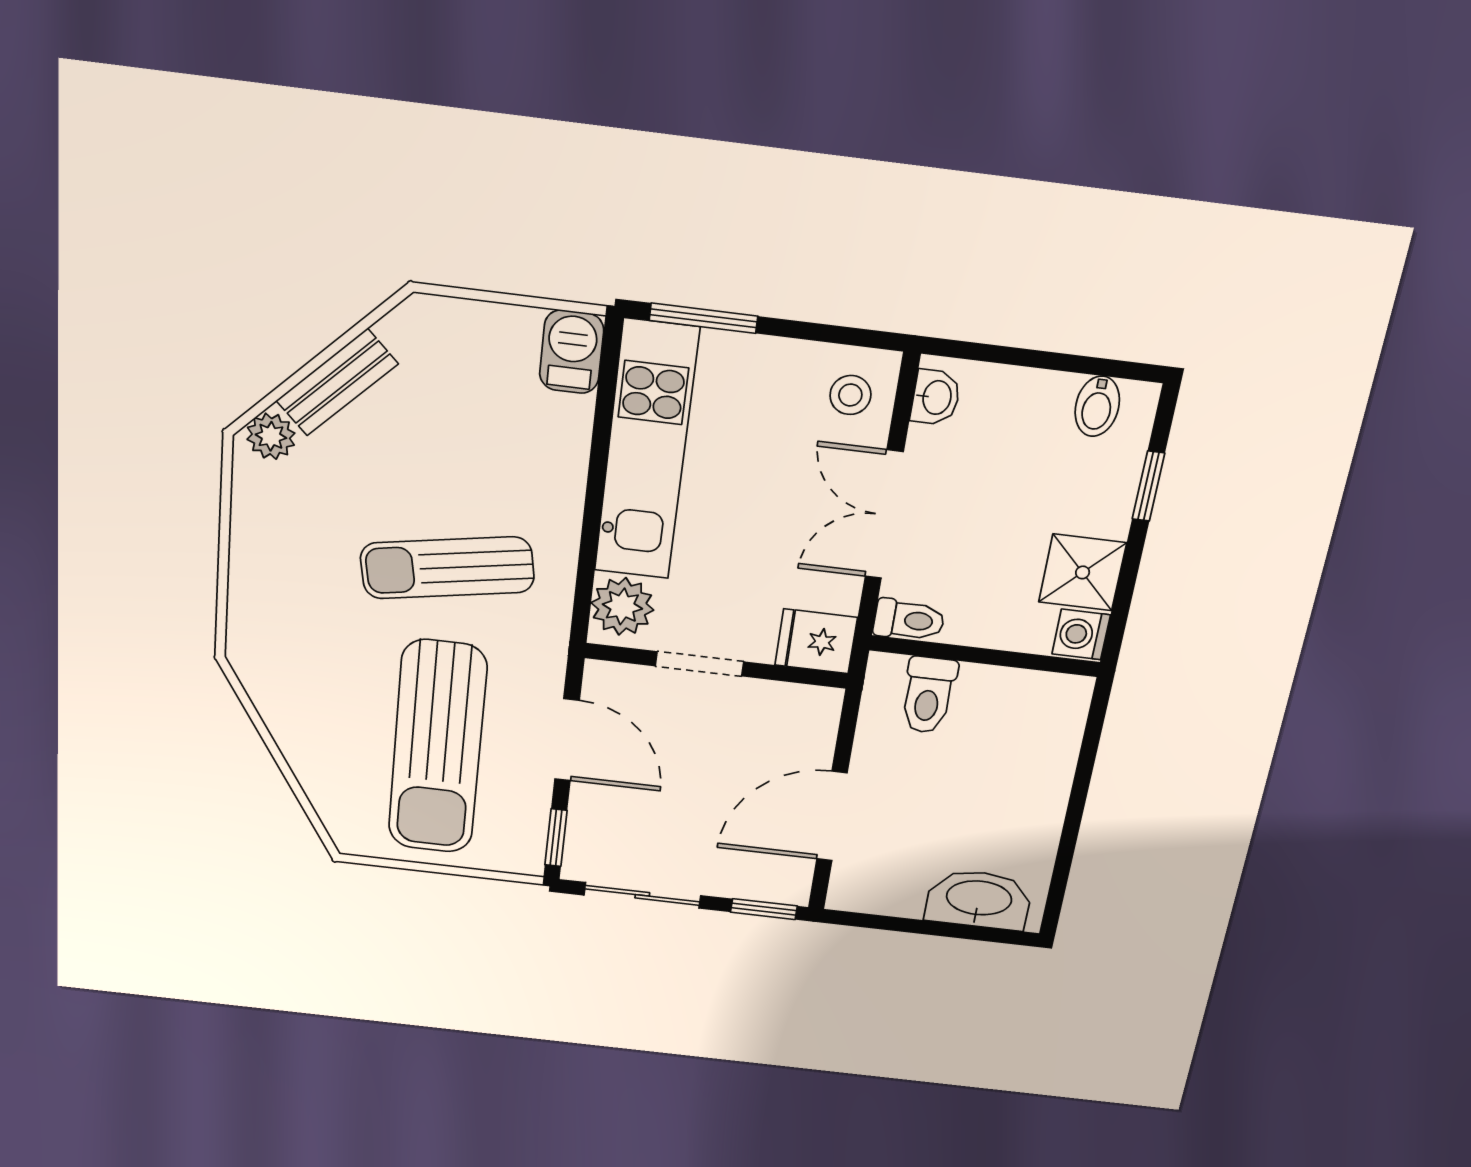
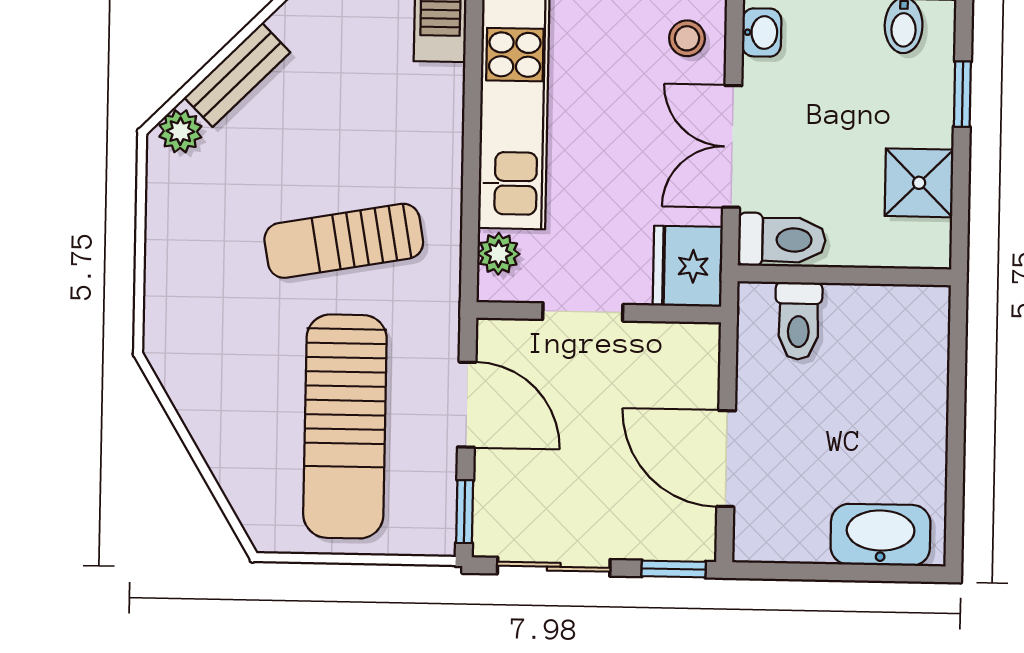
plant: (622, 606) -> (499, 254), width x0.73, depth x0.73
toilet: (909, 620) -> (782, 240), width x1.37, depth x1.39
washing machine: (1081, 634) -> (929, 244), removed
fridge: (816, 641) -> (688, 266), width x1.38
door: (832, 816) -> (726, 459), hinge flipped

